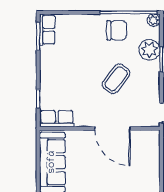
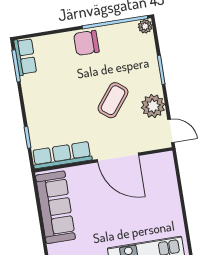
chair: (117, 30) -> (86, 43), moved, turned 180
plant: (149, 50) -> (153, 106), moved
row of seats: (57, 119) -> (62, 155), width x1.48

